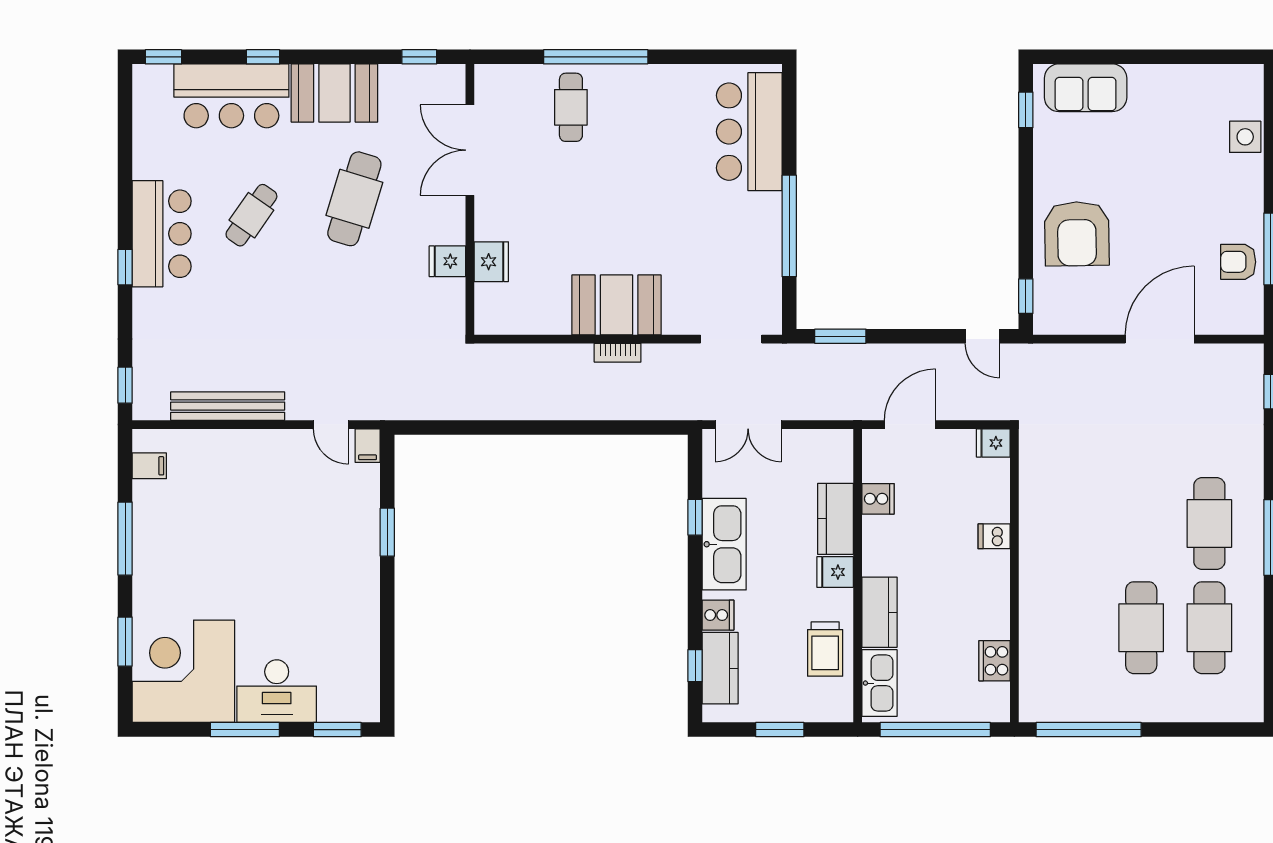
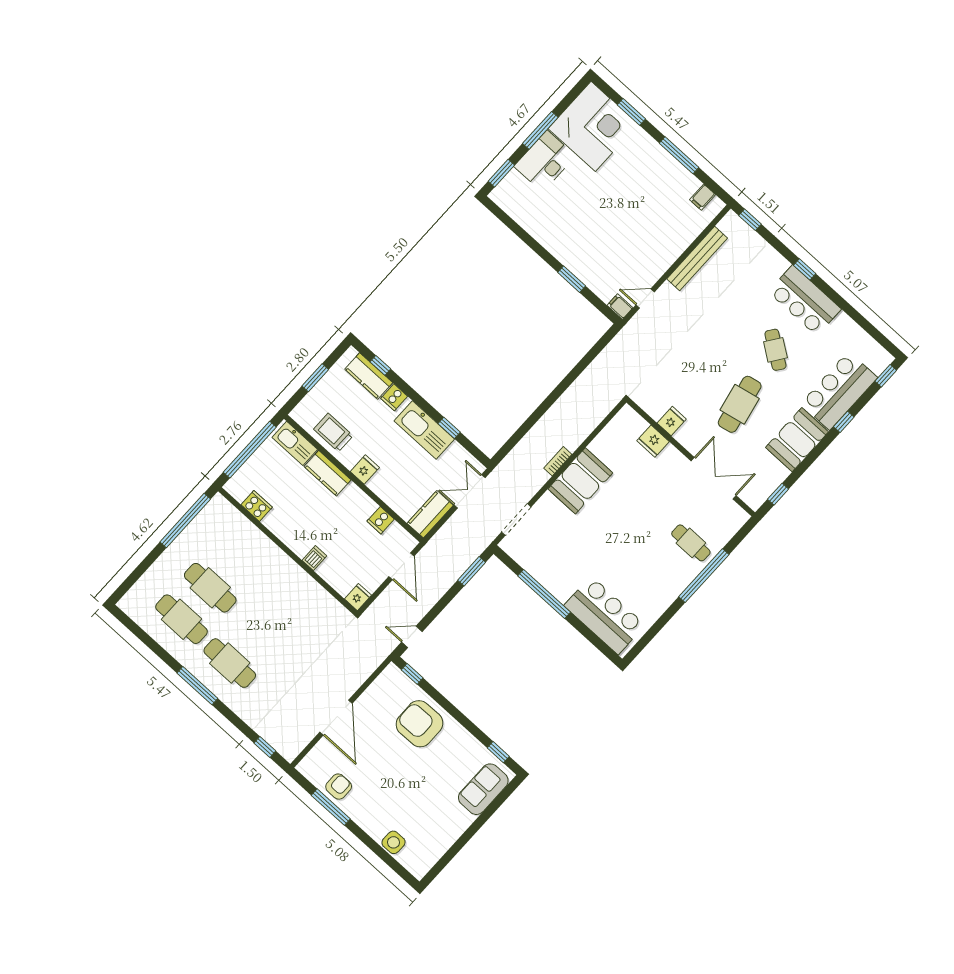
cafe table: (354, 199) -> (740, 404), turned 61
kitchen counter: (836, 519) -> (430, 514), moved, turned -90

